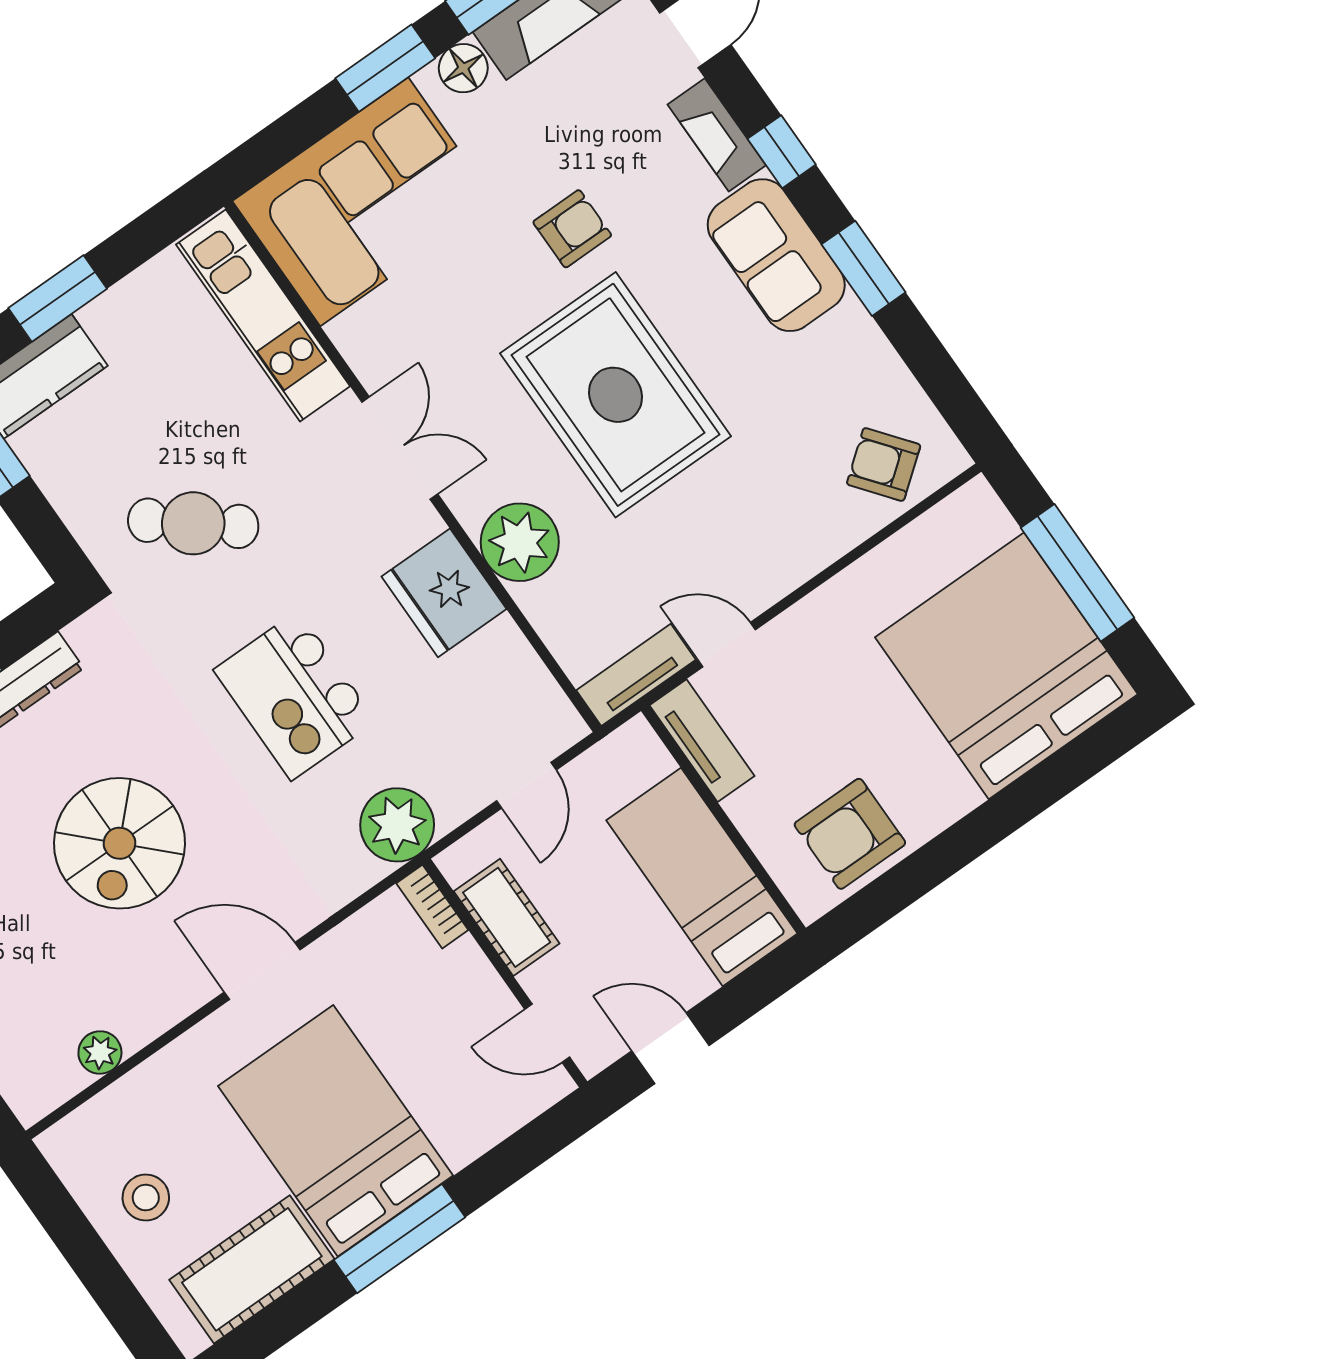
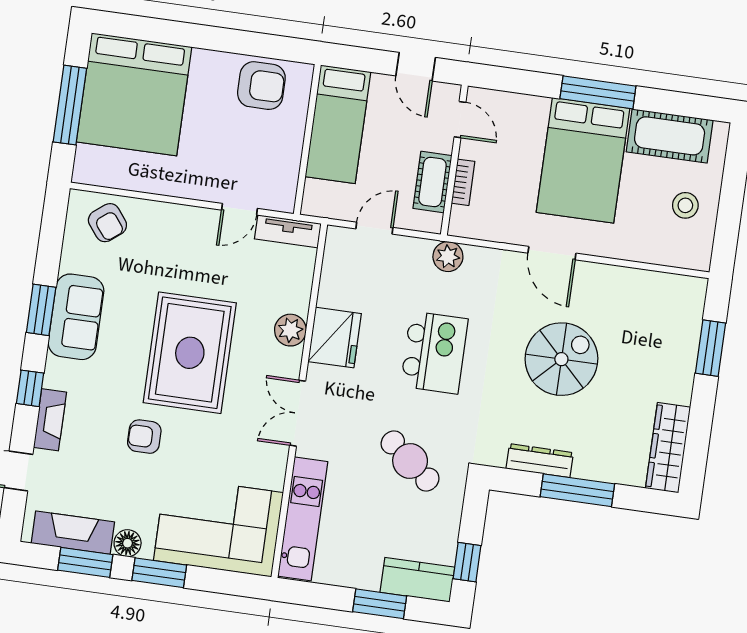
sofa: (776, 255) -> (76, 317), moved
plant: (520, 542) -> (290, 330), width x0.73, depth x0.73
door: (727, 645) -> (240, 209), hinge flipped
tv unit: (702, 741) -> (286, 180), removed
plant: (397, 825) -> (448, 257), width x0.73, depth x0.73
bookcase: (432, 907) -> (463, 182), moved
plant: (100, 1052) -> (649, 282), removed

